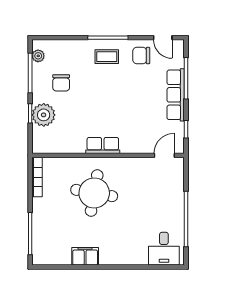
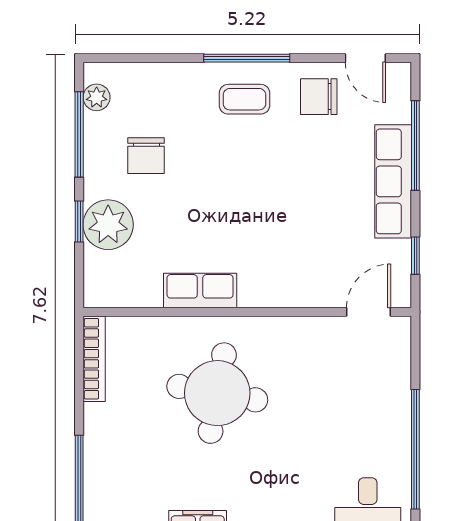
row of seats: (103, 145) -> (200, 291), moved

